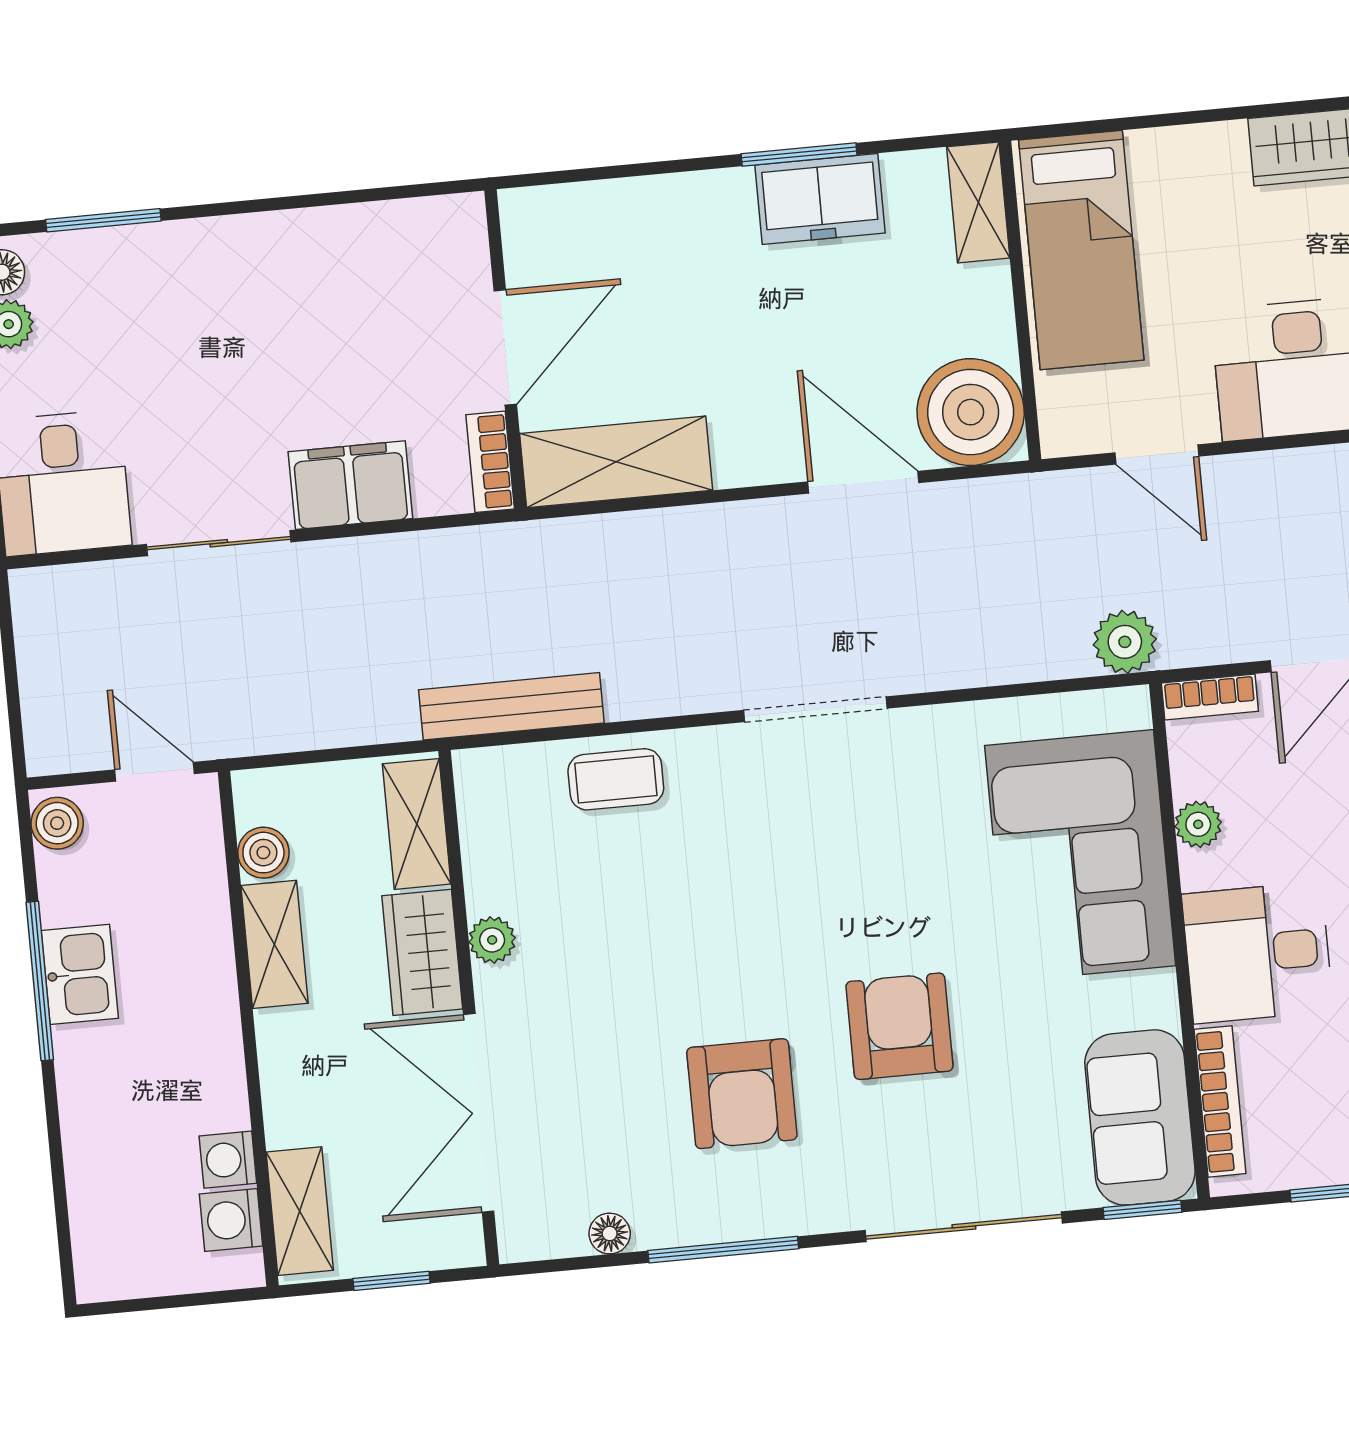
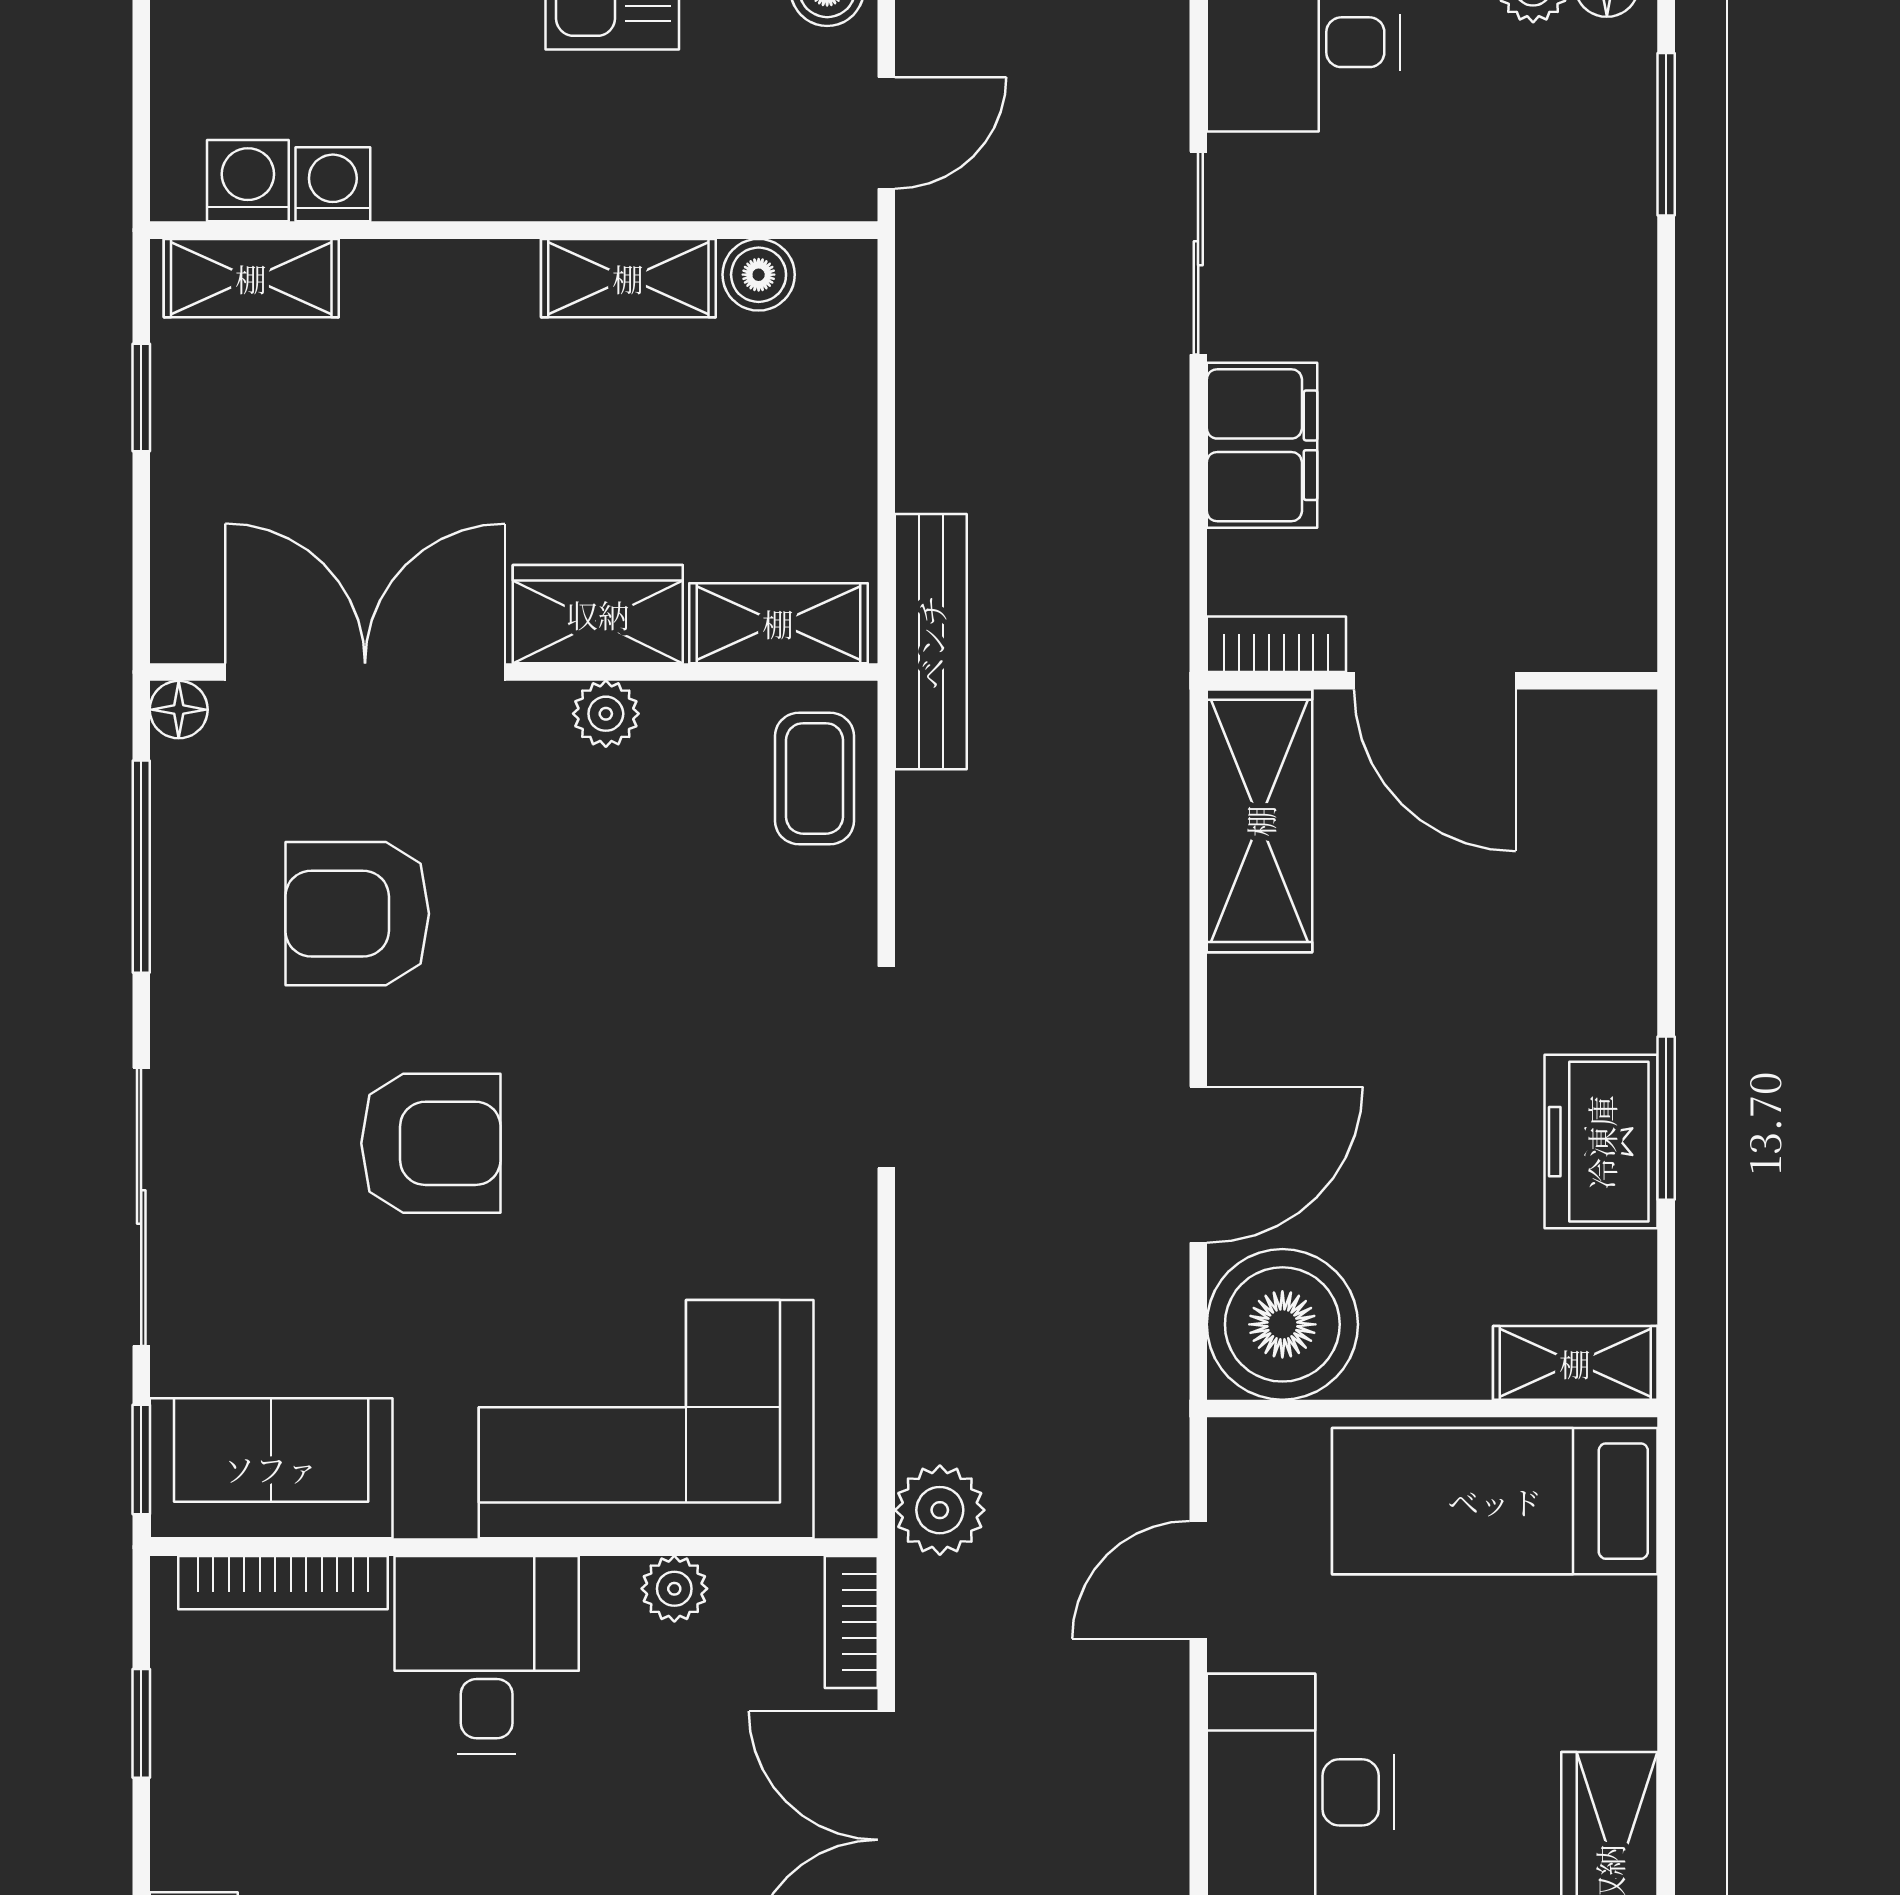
shelving: (417, 824) -> (778, 623), moved
plant: (492, 940) -> (606, 714), moved
wardrobe: (422, 952) -> (598, 614), moved
wall: (469, 1008) -> (514, 672), moved
double door: (479, 1113) -> (365, 672), moved

